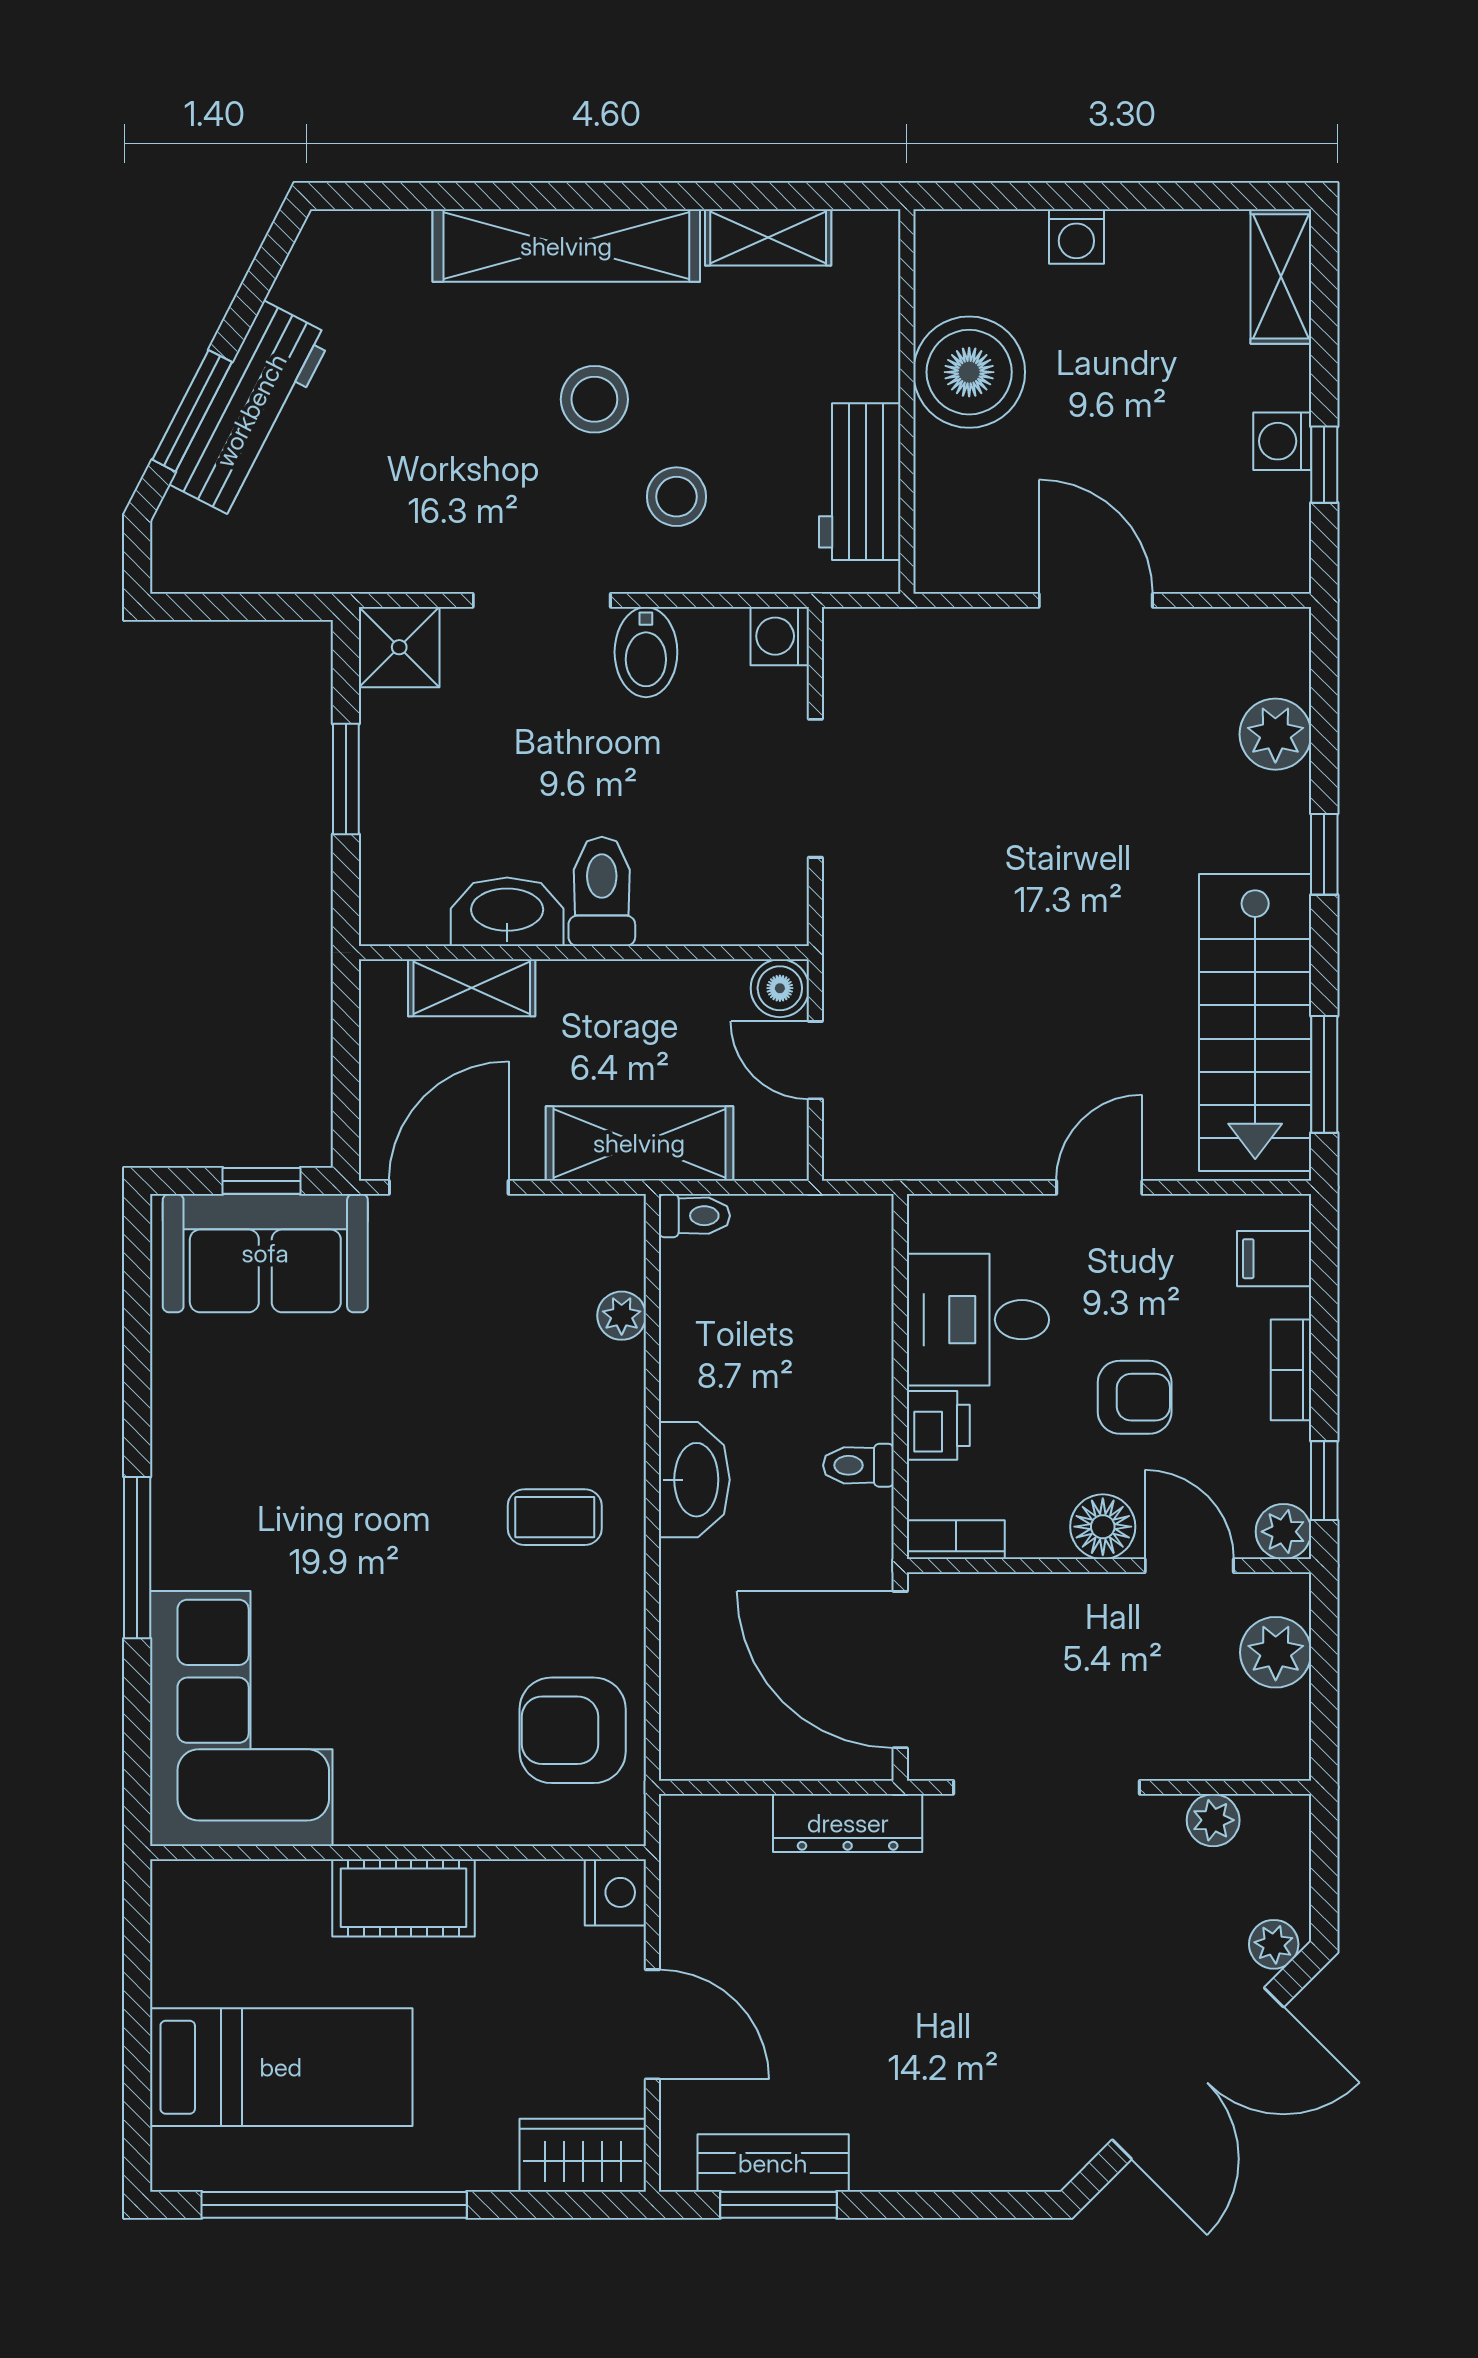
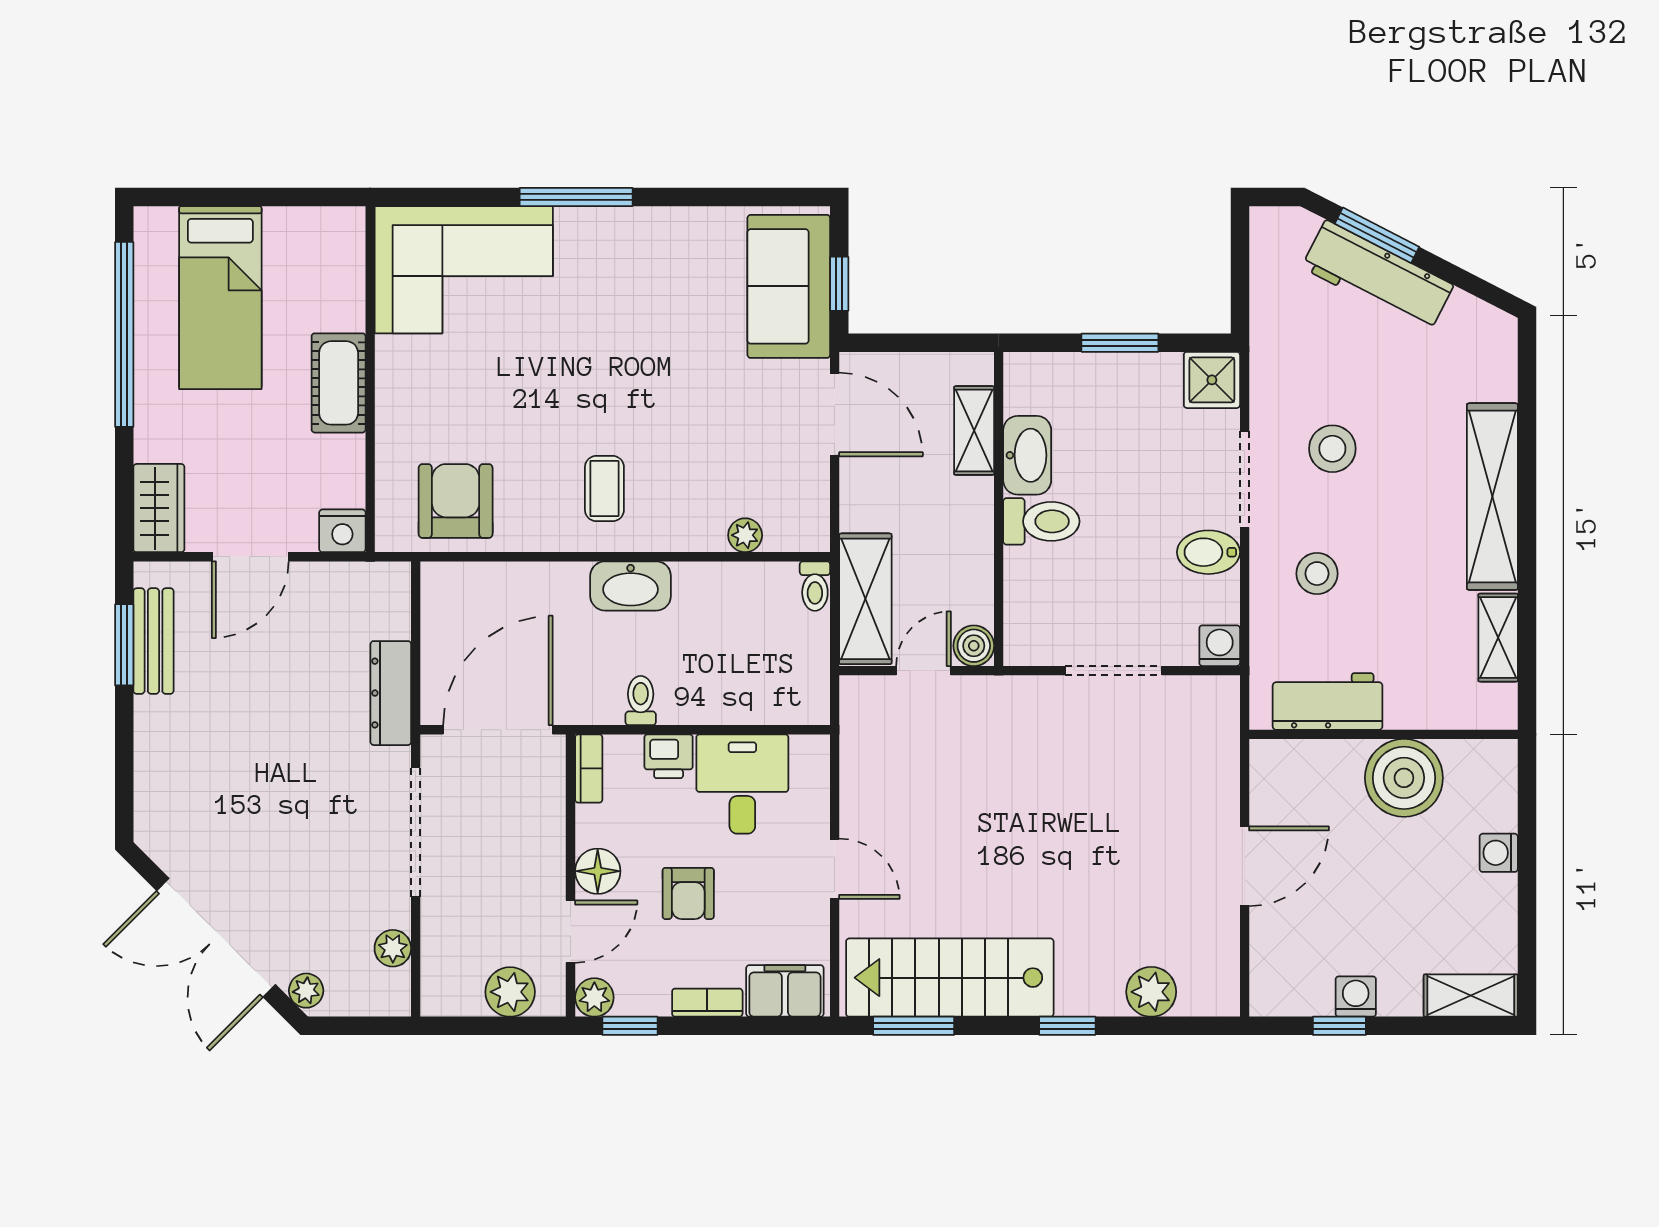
stool: (594, 399) -> (1332, 449), moved
shelving: (639, 1143) -> (865, 599), moved
filing cabinet: (1274, 1259) -> (785, 991), width x2.00

